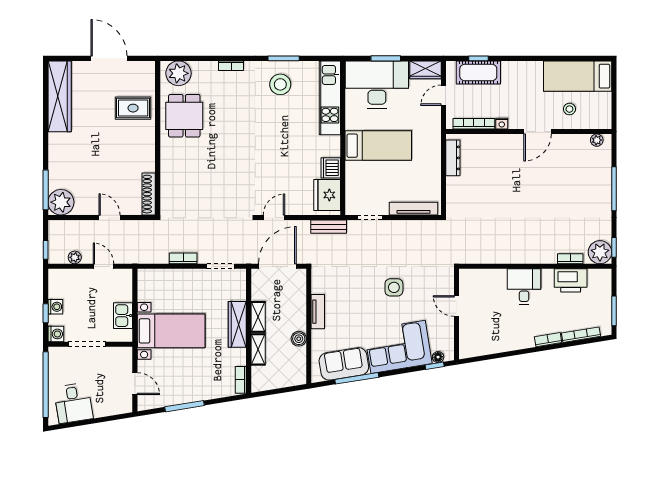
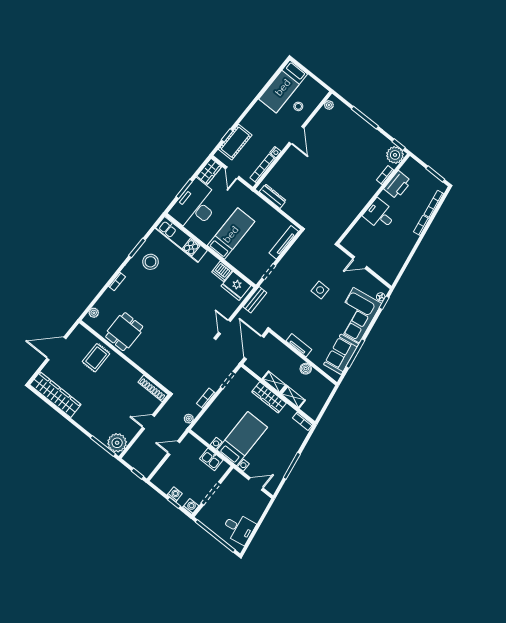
plant: (178, 73) -> (94, 313), width x0.53, depth x0.53
dining table: (184, 116) -> (124, 332), turned 90
plant: (75, 257) -> (189, 419), moved

